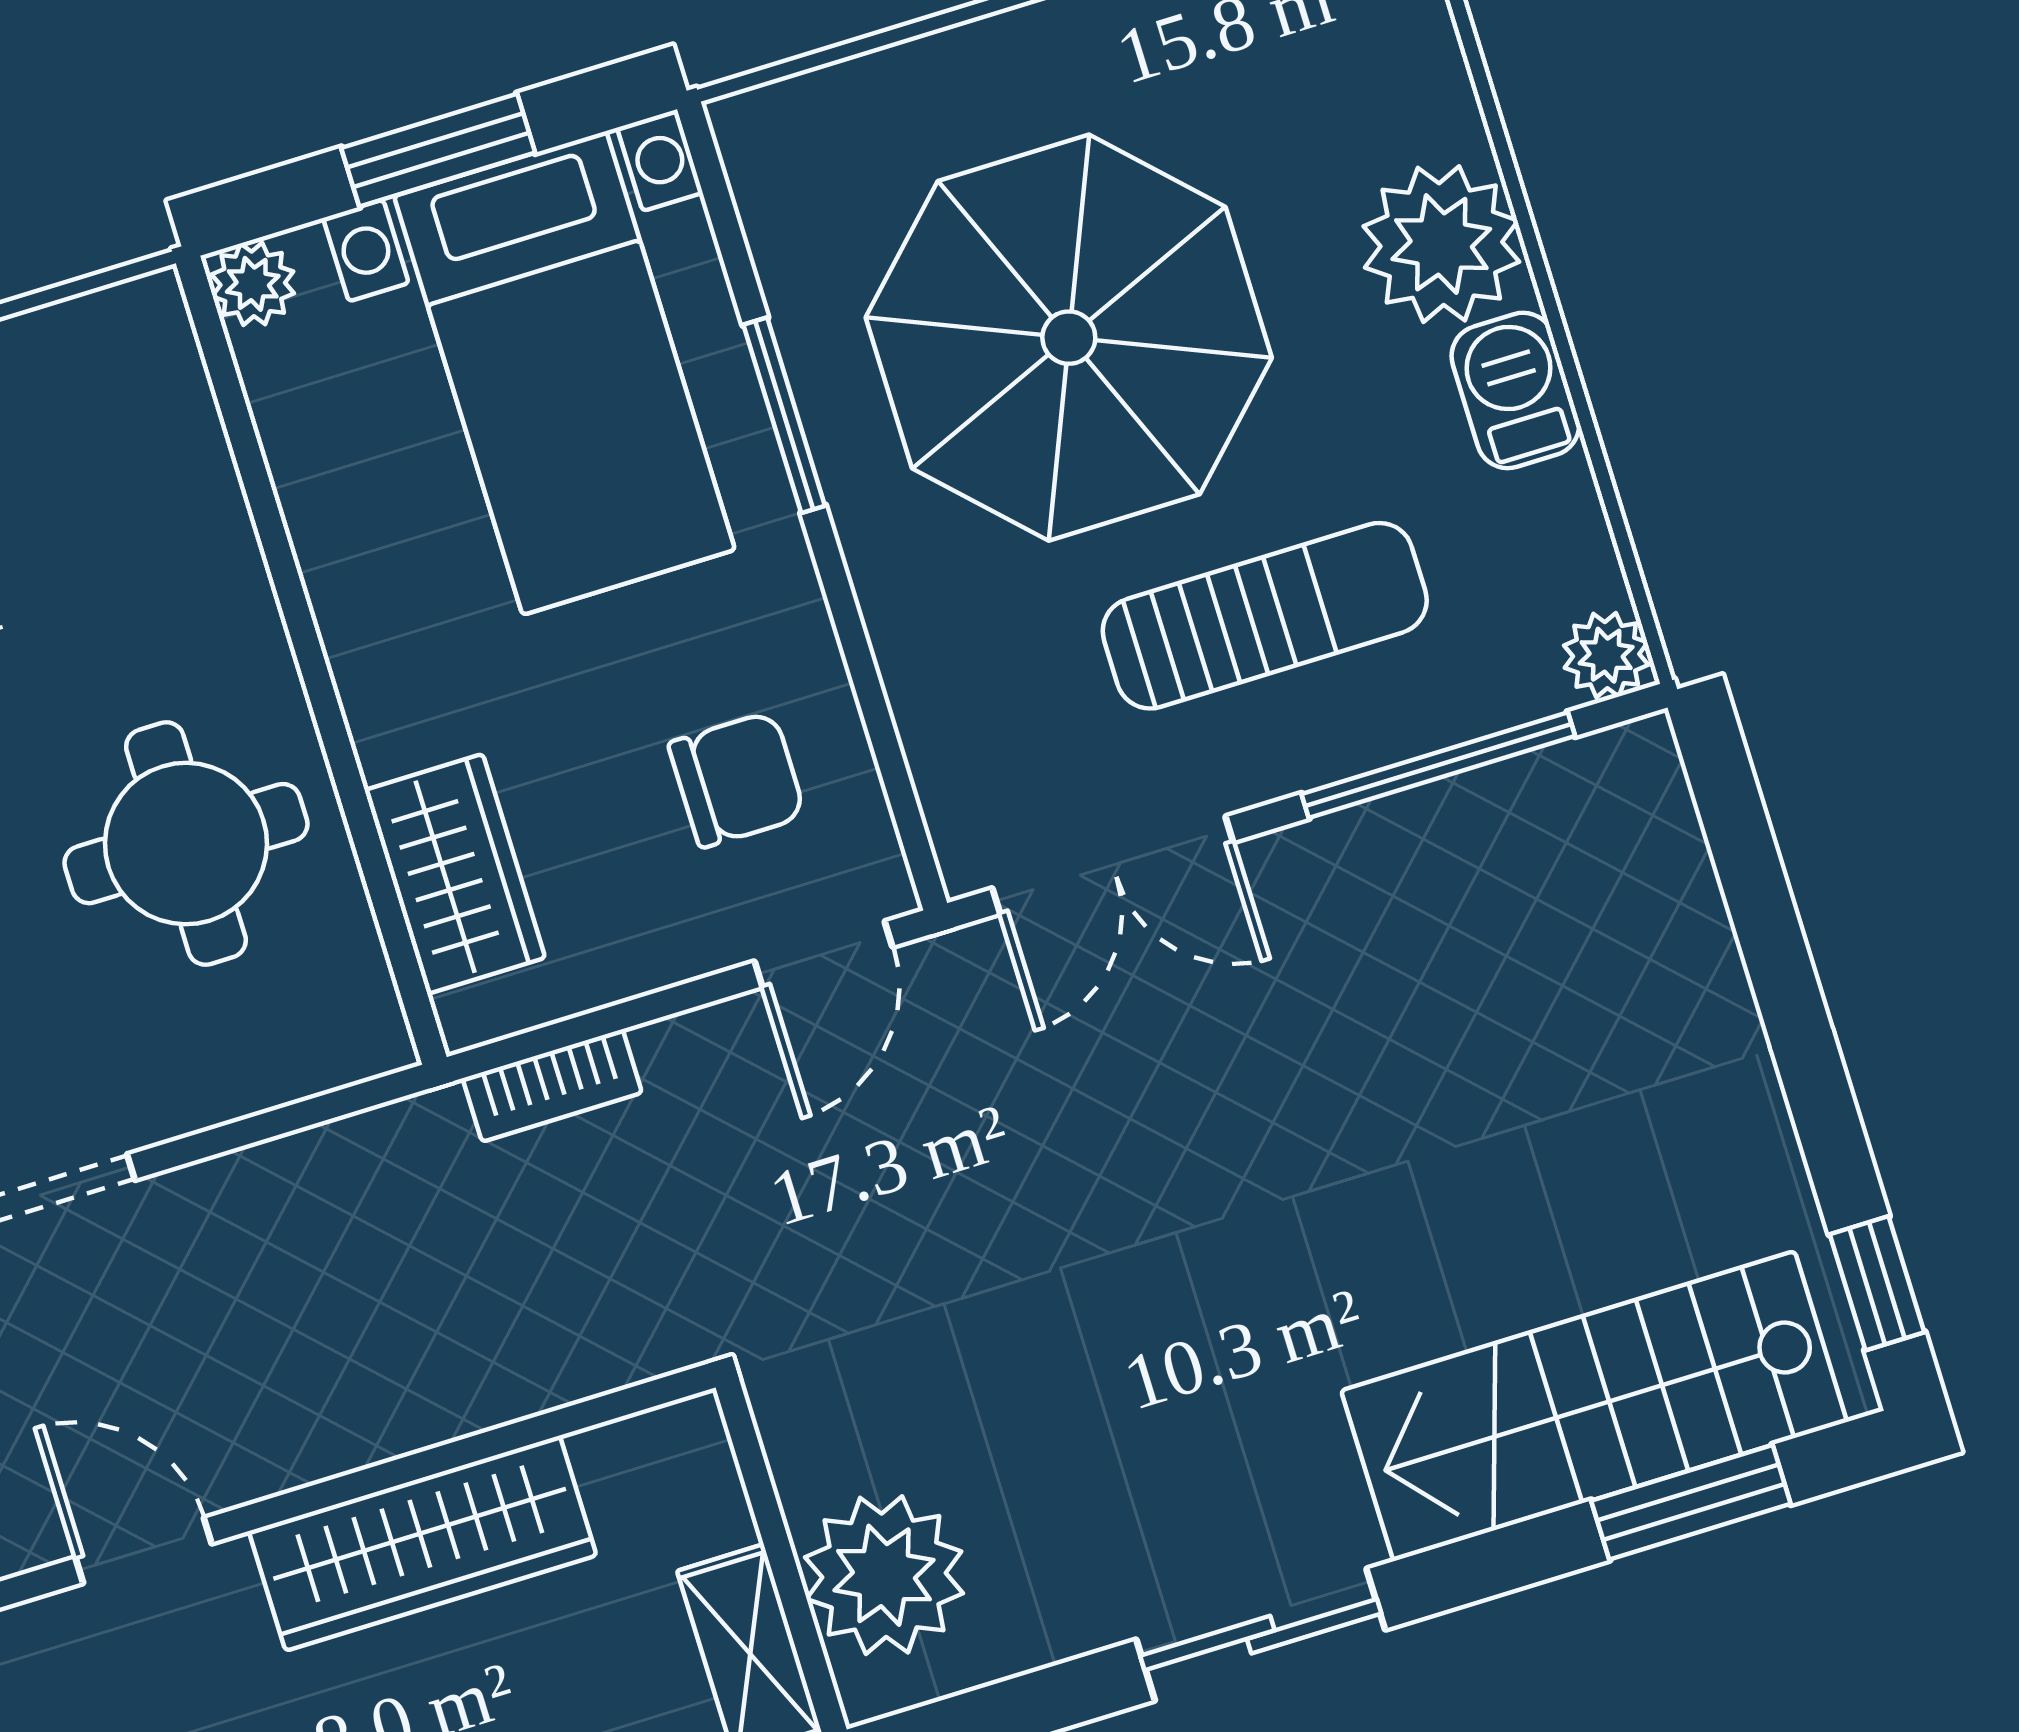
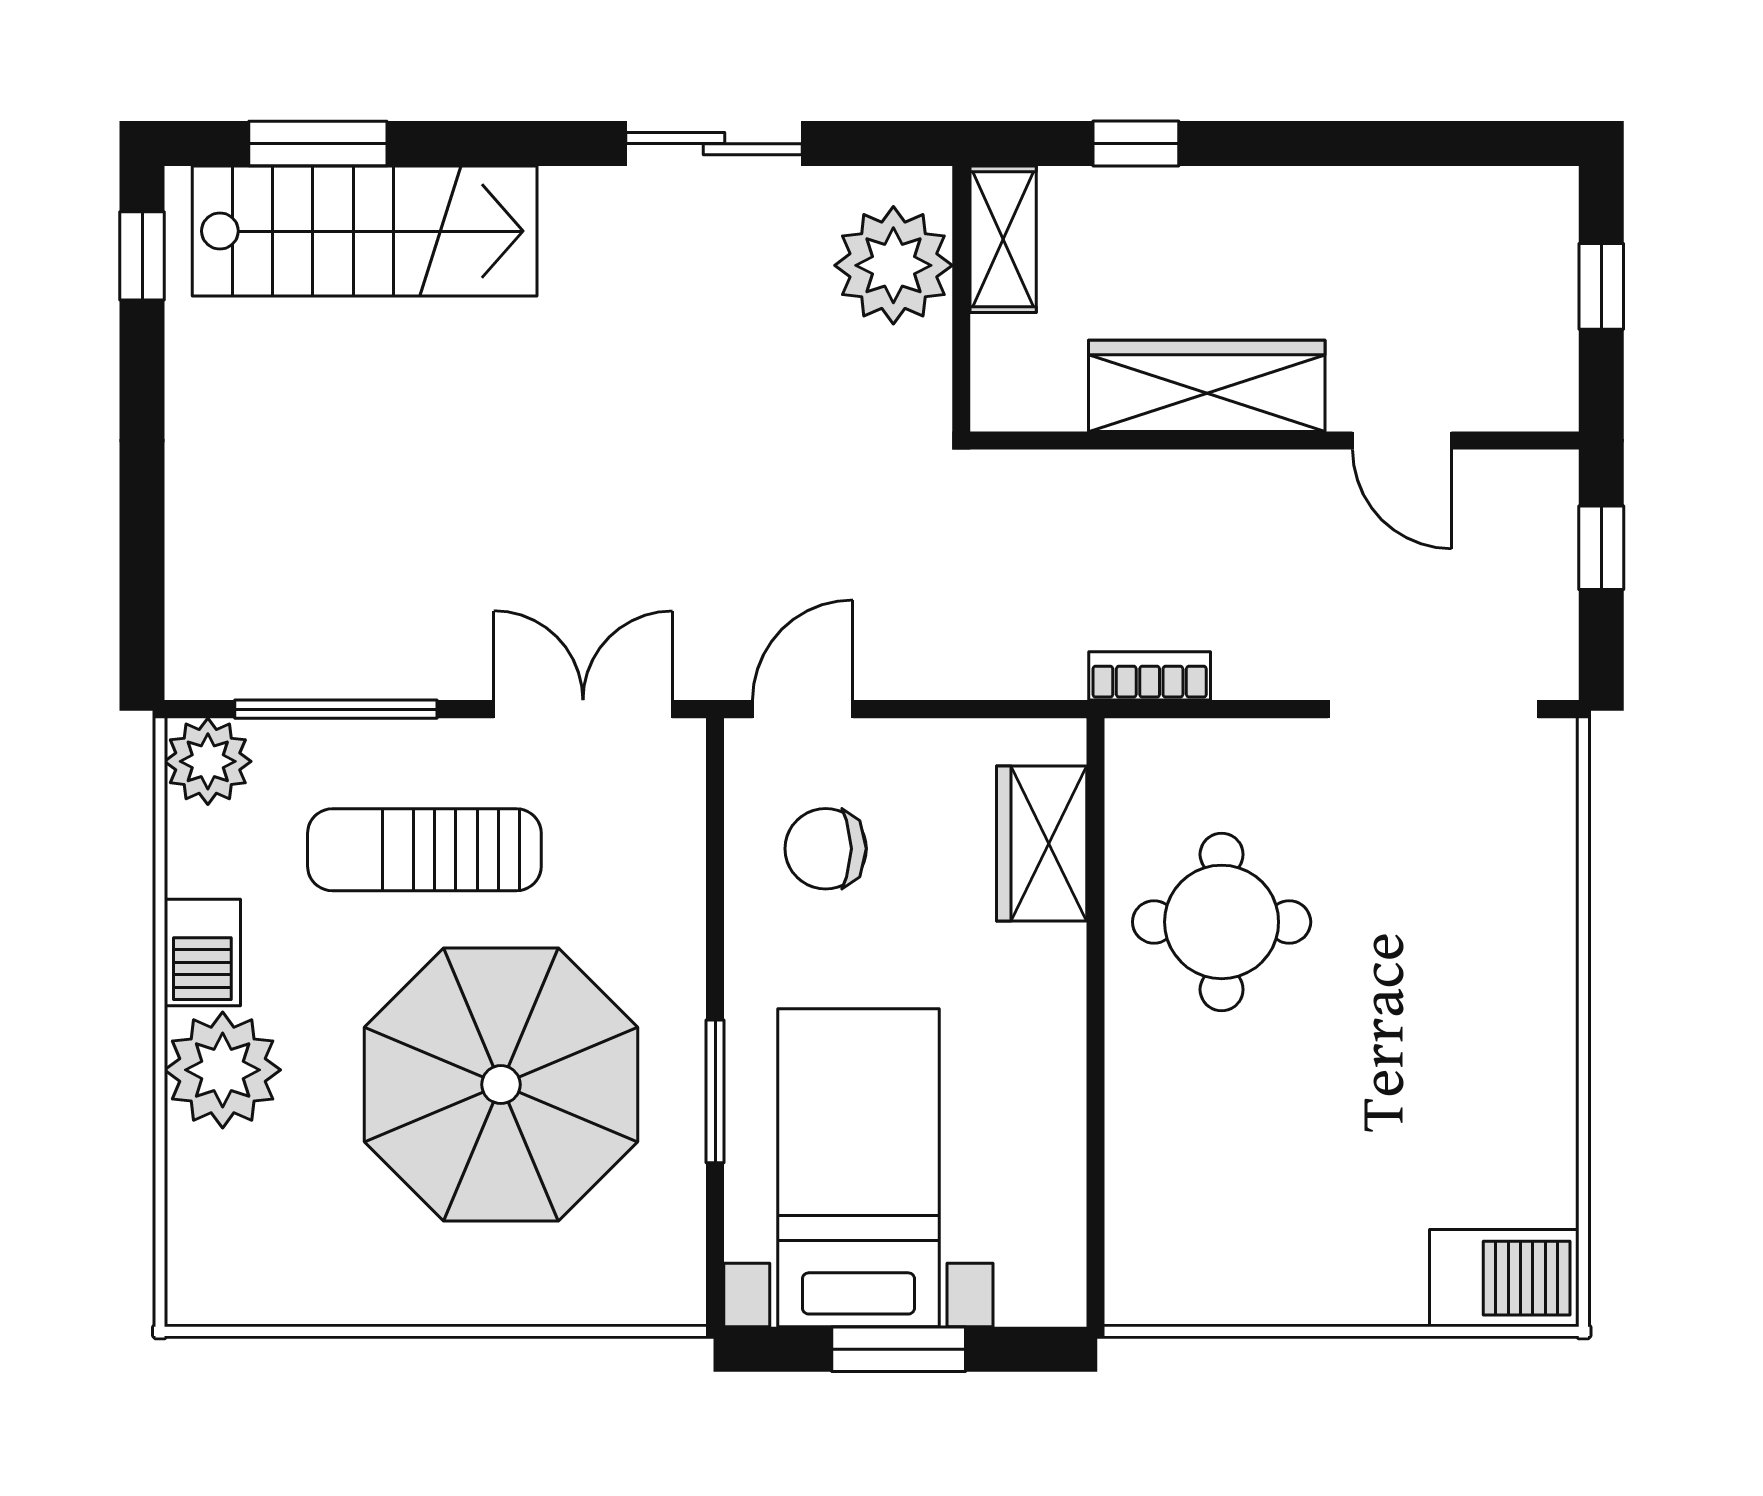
plant: (253, 284) -> (1056, 1296), removed
plant: (1606, 655) -> (208, 761), width x1.38, depth x1.38
bookcase: (552, 1086) -> (1150, 676), moved
sliding door: (1261, 1635) -> (714, 144), moved

